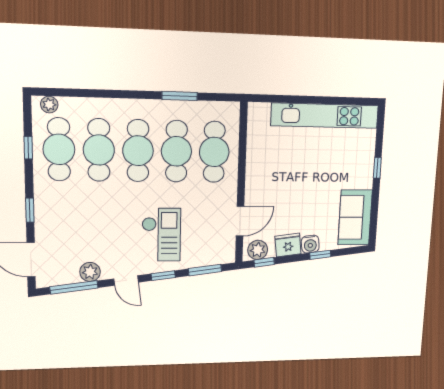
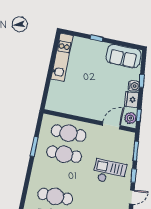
kitchen unit: (325, 116) -> (62, 57), width x0.73
cafe table: (138, 151) -> (60, 175), removed
door: (240, 221) -> (111, 125), hinge flipped

